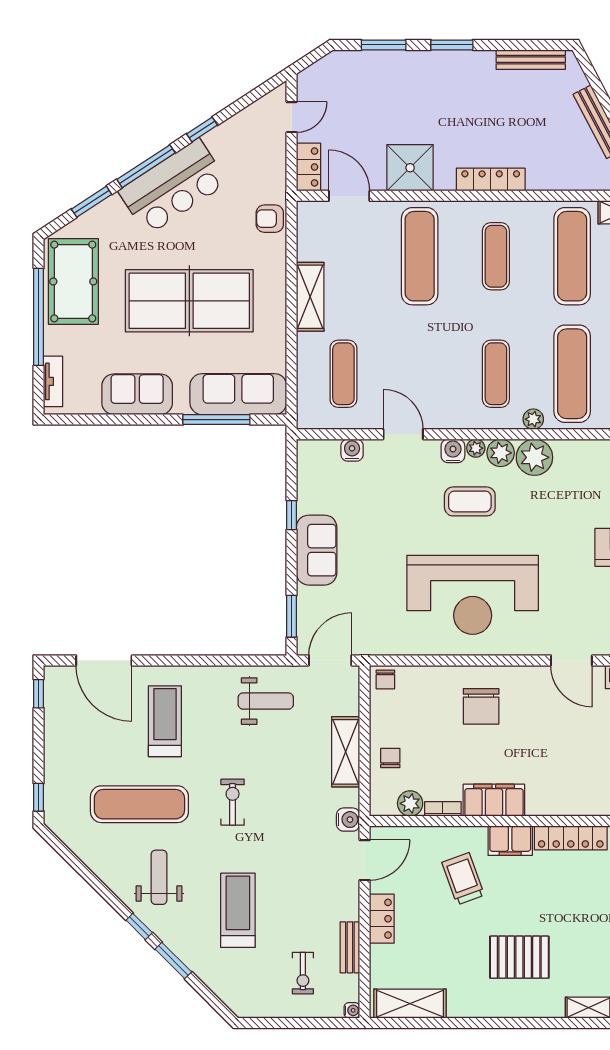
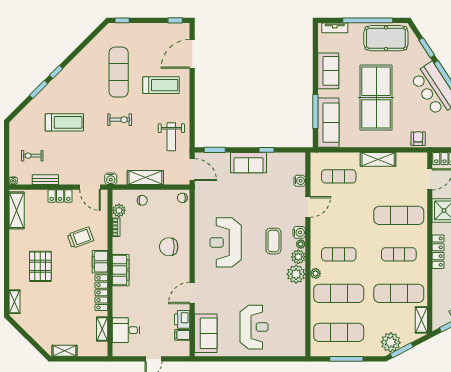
reception desk: (473, 595) -> (226, 242), width x0.74, depth x0.77
filing cabinet: (494, 800) -> (121, 270), moved
weight bench: (159, 877) -> (81, 82), removed

